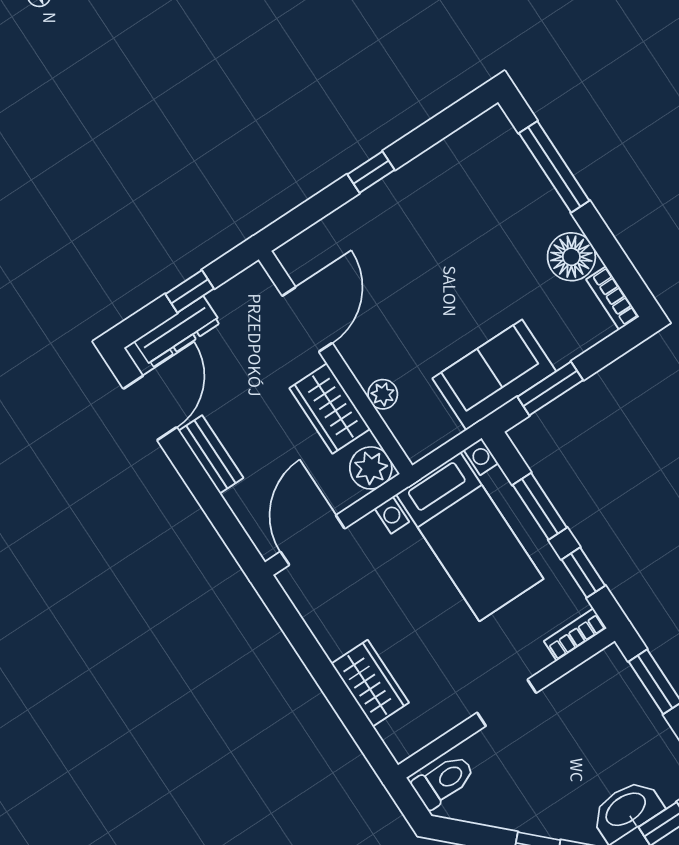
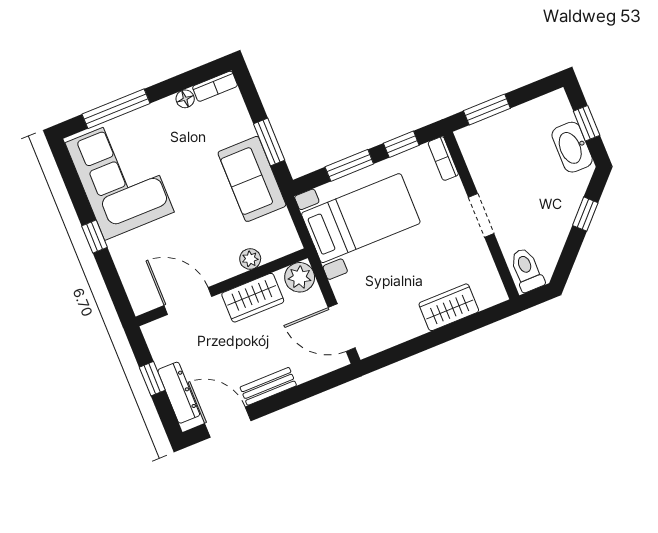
corner sofa: (460, 191) -> (120, 177), added
floor lamp: (571, 257) -> (185, 99), width x0.53, depth x0.53

